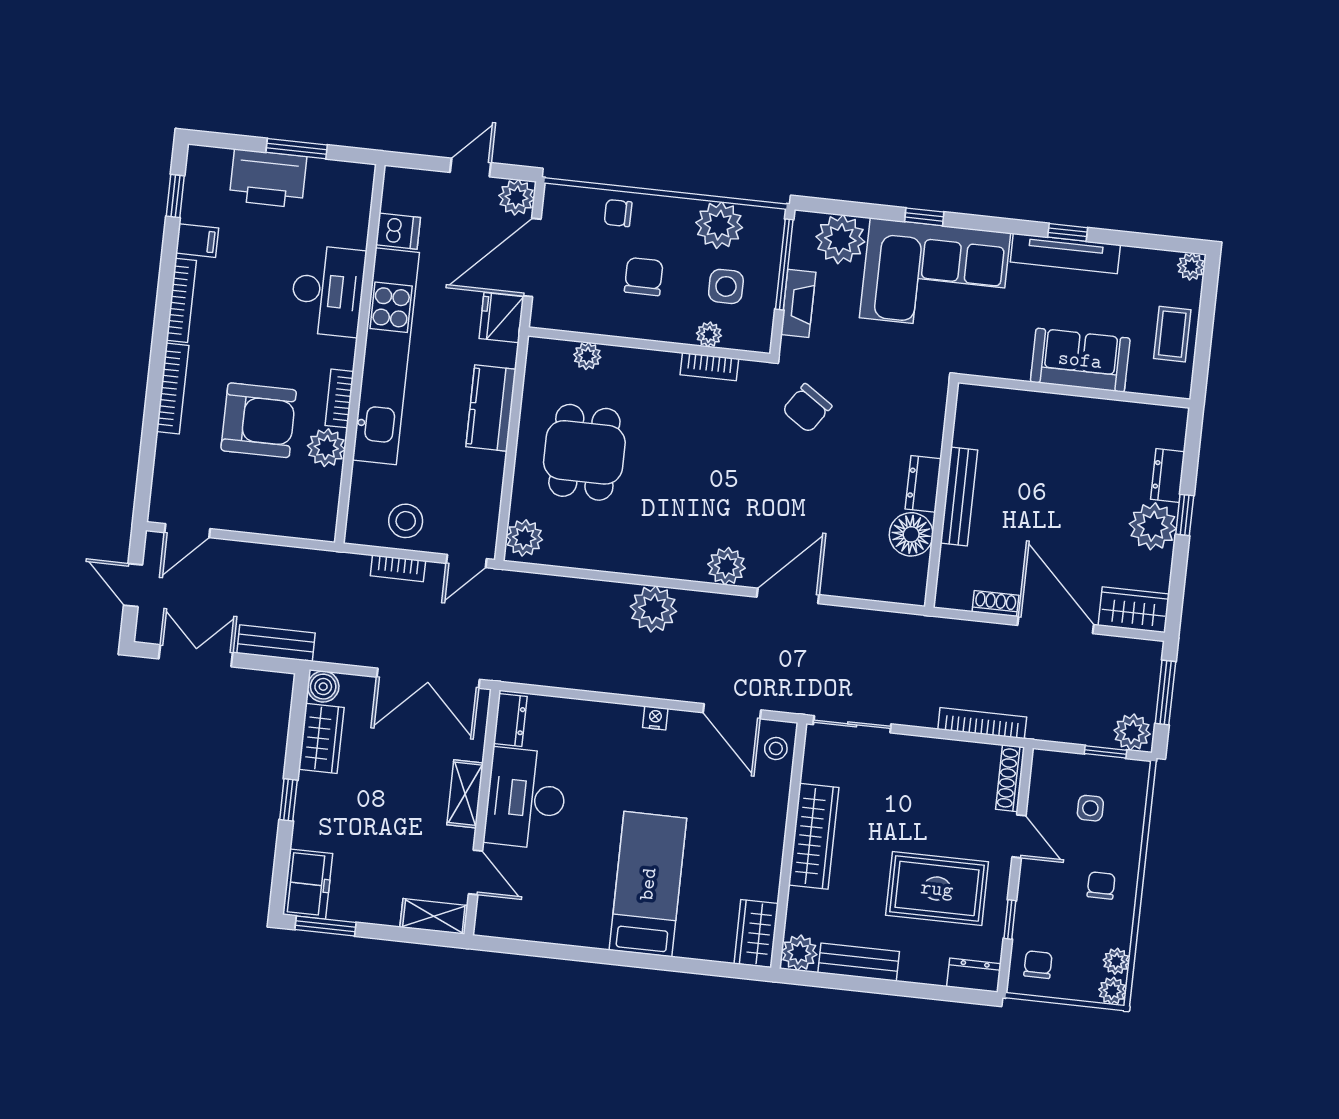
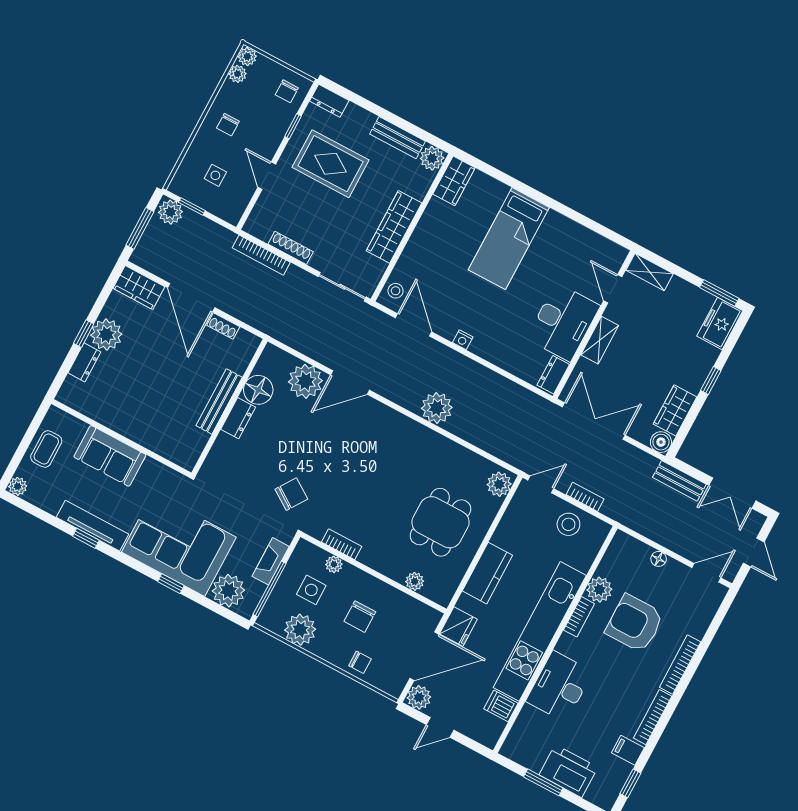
floor lamp: (261, 523) -> (659, 559), added
plant: (727, 566) -> (305, 381), moved, width x1.36, depth x1.36
shoe rack: (1010, 778) -> (291, 248), moved, turned -90

